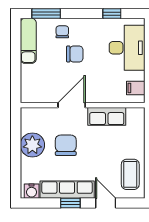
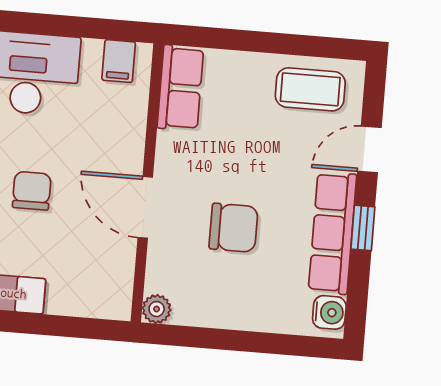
row of seats: (107, 116) -> (180, 88), moved
plant: (32, 145) -> (157, 309), moved, width x0.53, depth x0.53
chair: (66, 145) -> (234, 228), turned 180

